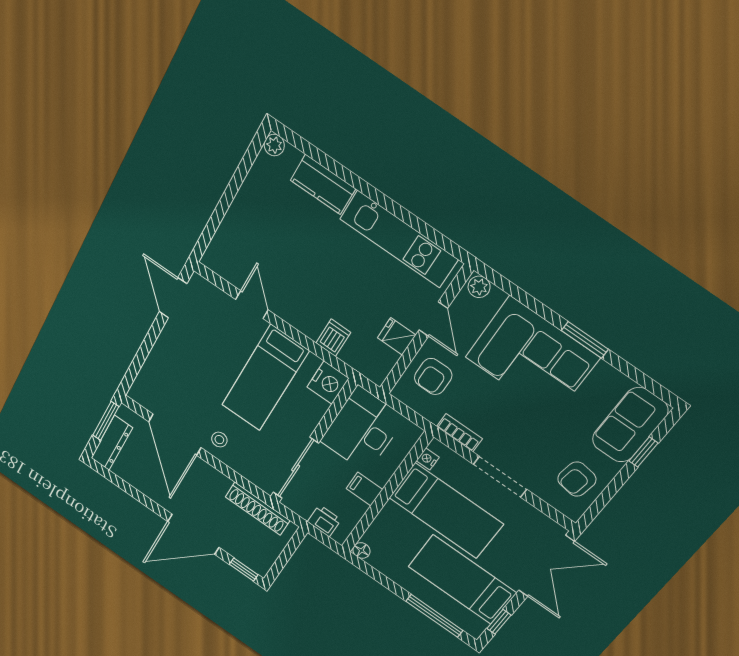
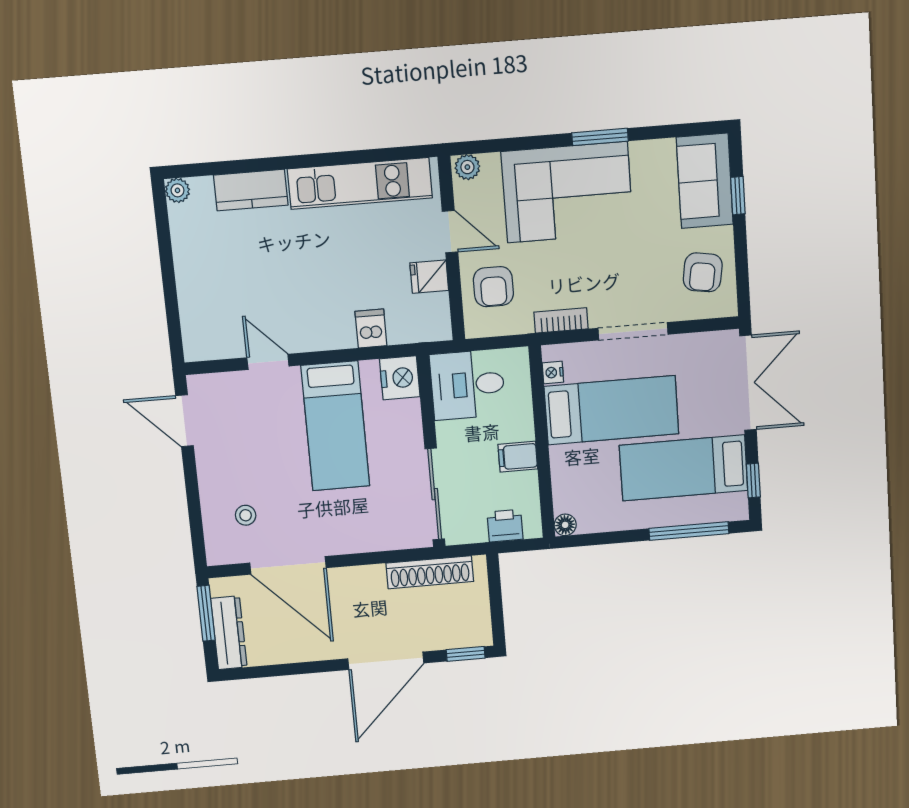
desk: (362, 430) -> (468, 385), width x0.73
stool: (219, 440) -> (246, 515), moved

